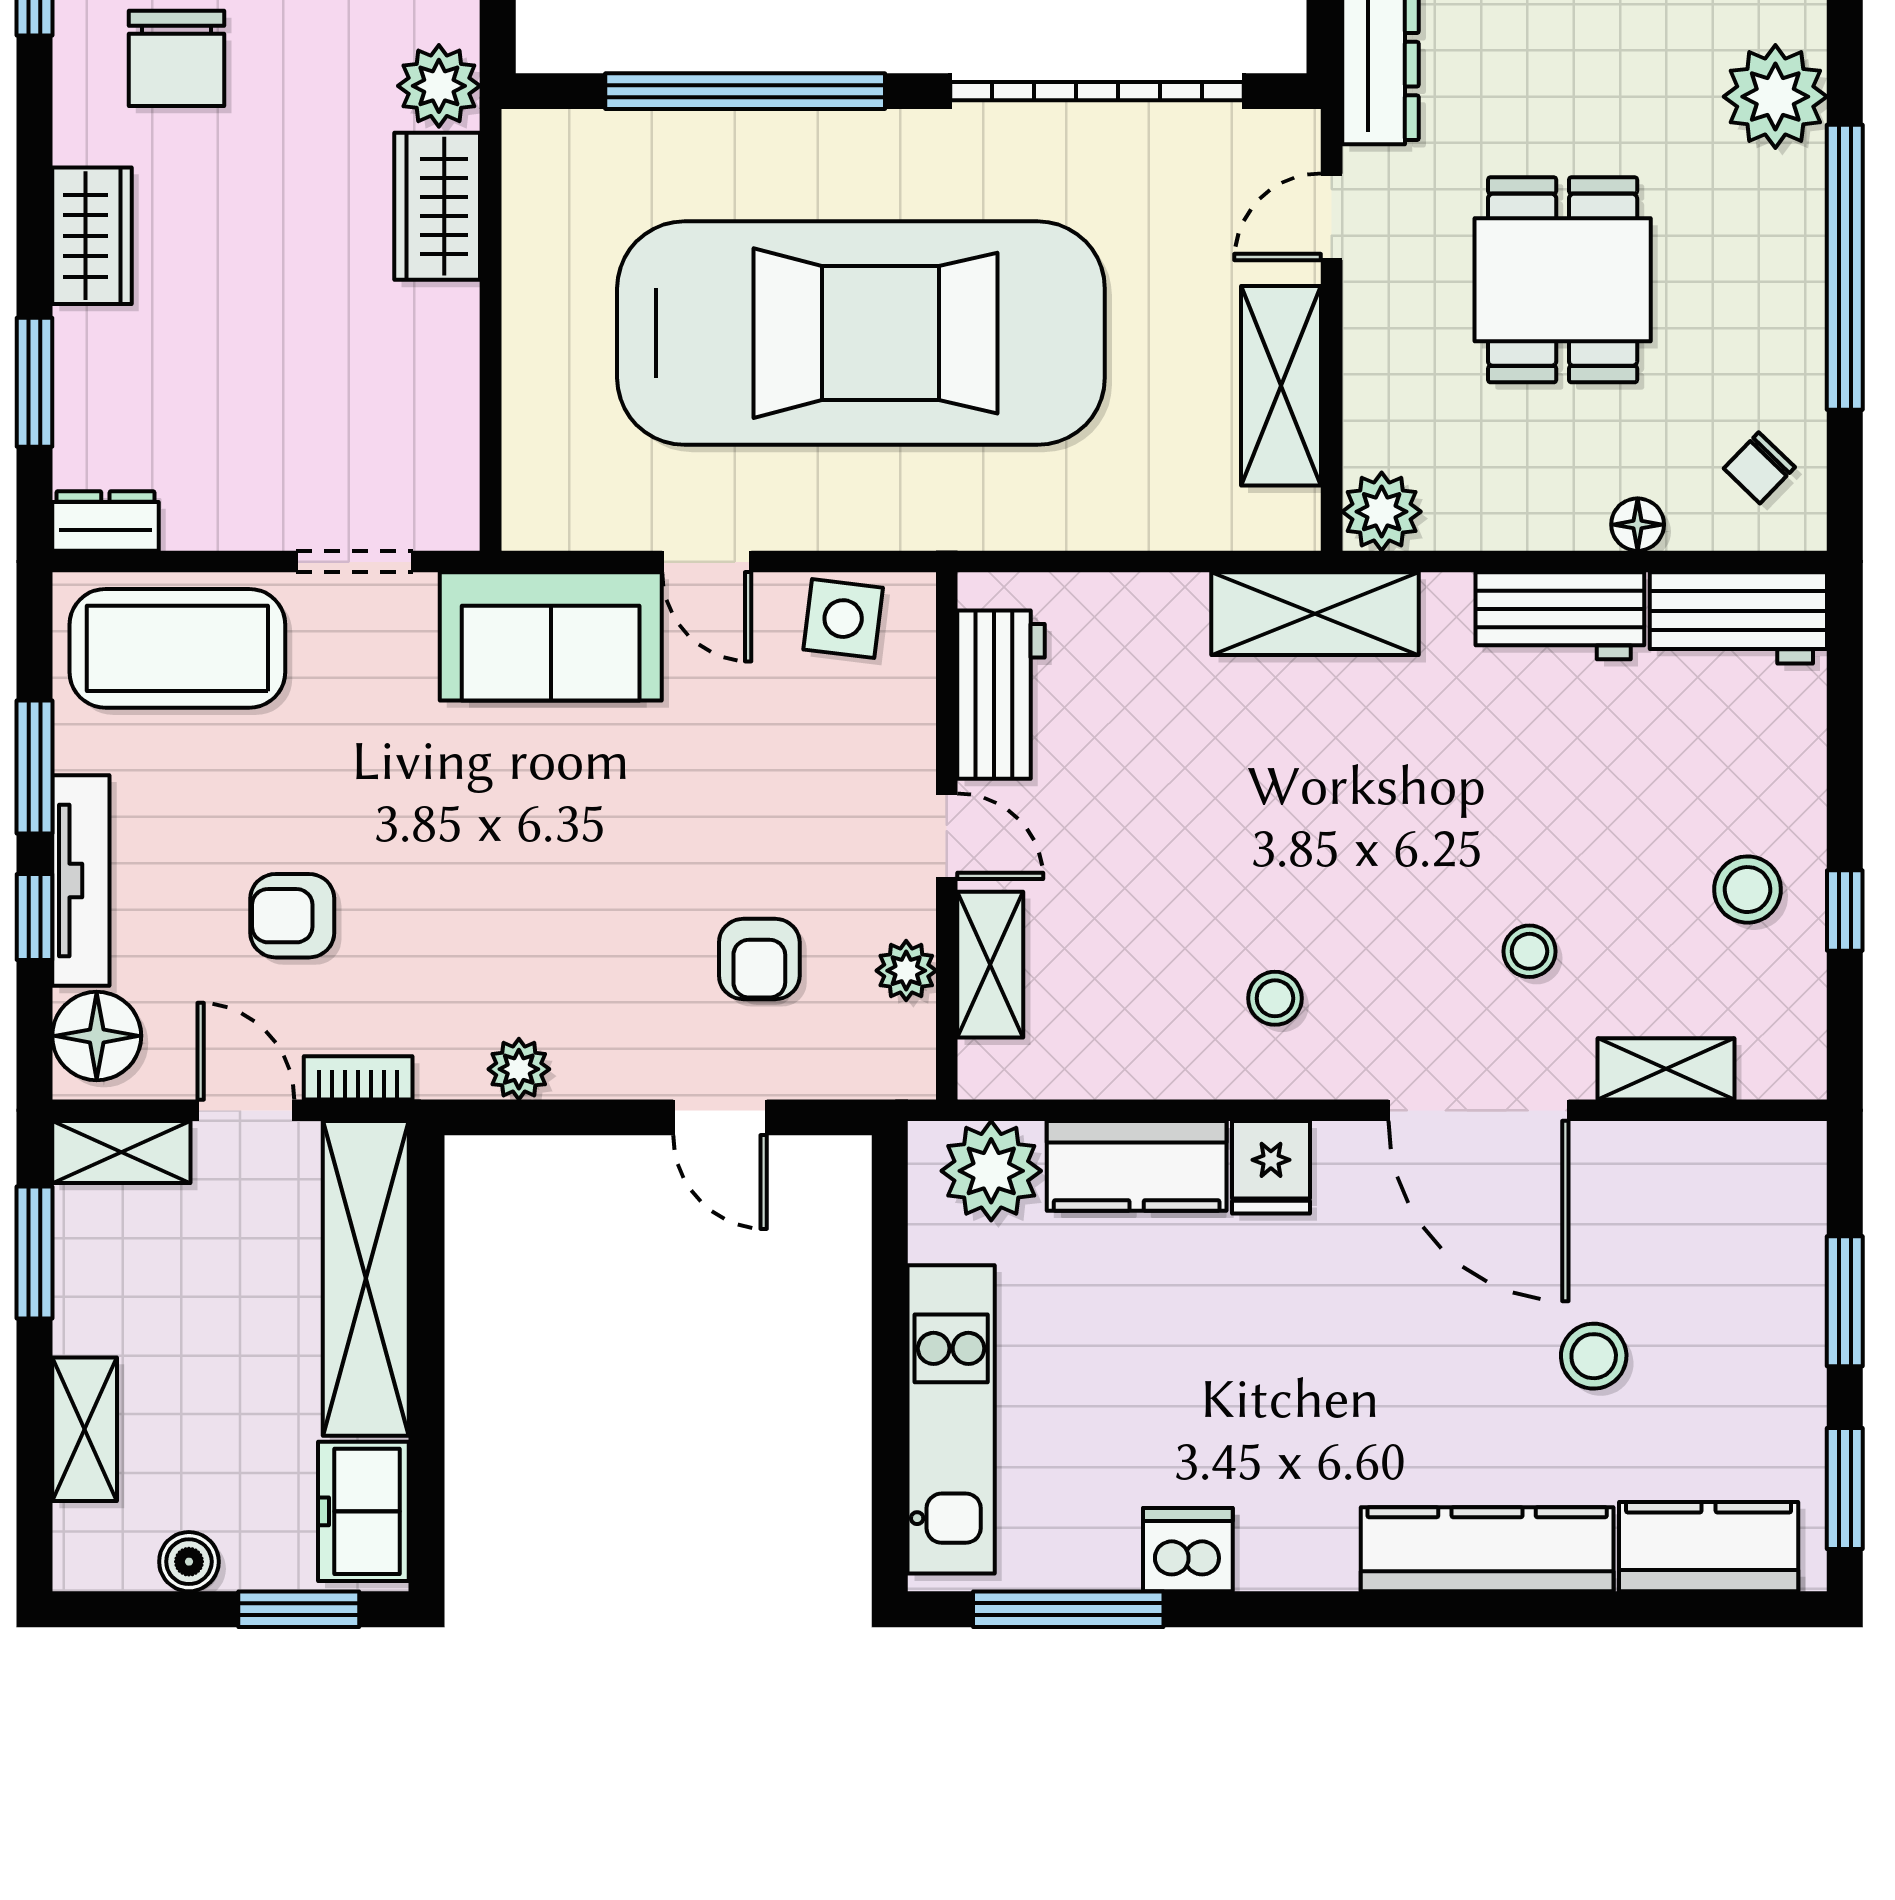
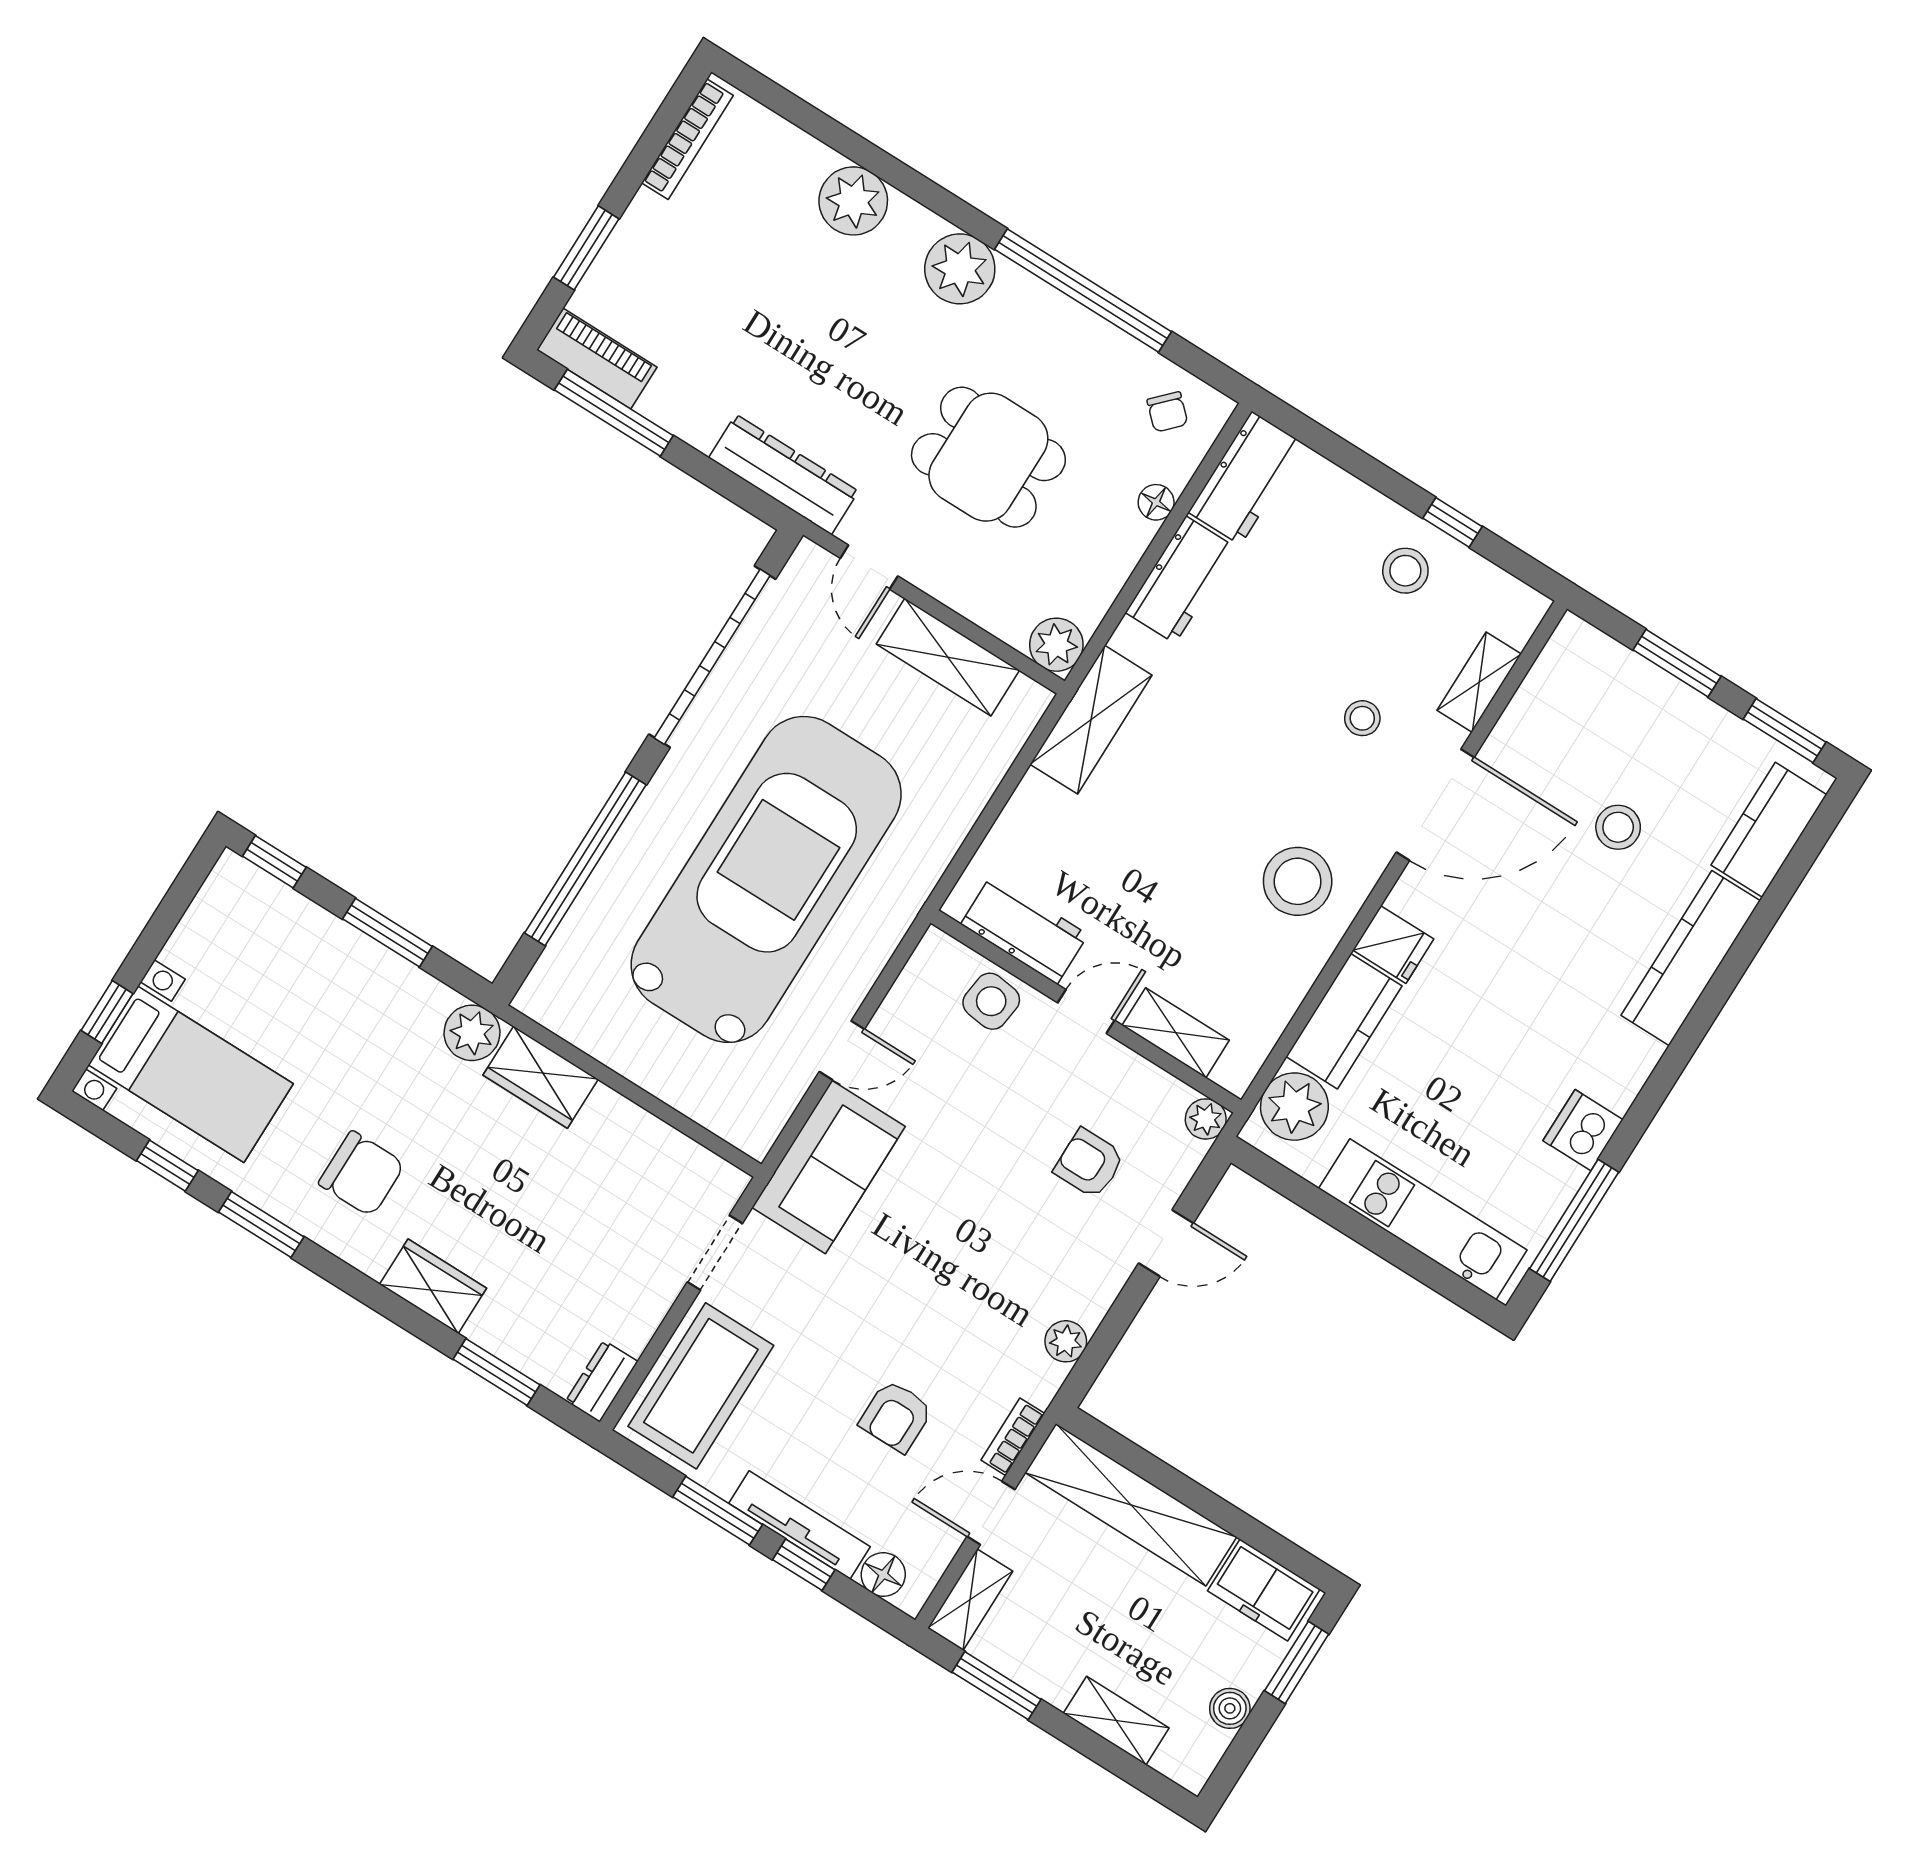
side table: (843, 619) -> (991, 1001), moved
armchair: (759, 959) -> (1089, 1163), turned 180
plant: (906, 971) -> (1206, 1119), moved
stool: (1275, 998) -> (1298, 881), width x1.89, depth x1.89
floor lamp: (97, 1036) -> (883, 1575), width x0.73, depth x0.73

